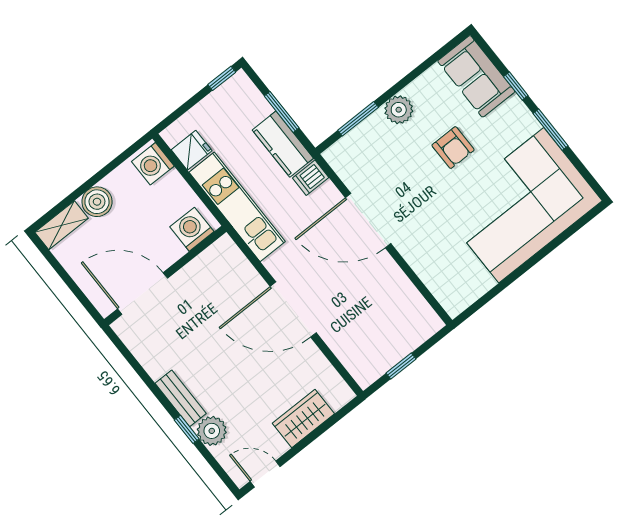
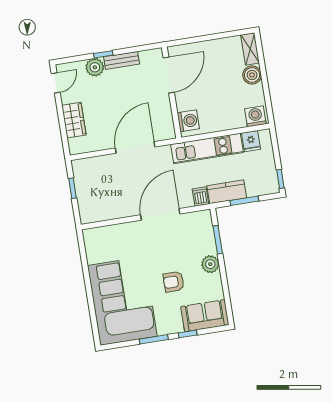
washing machine: (192, 229) -> (188, 121), moved
wall: (165, 276) -> (172, 93), moved
door: (143, 294) -> (169, 75), moved

